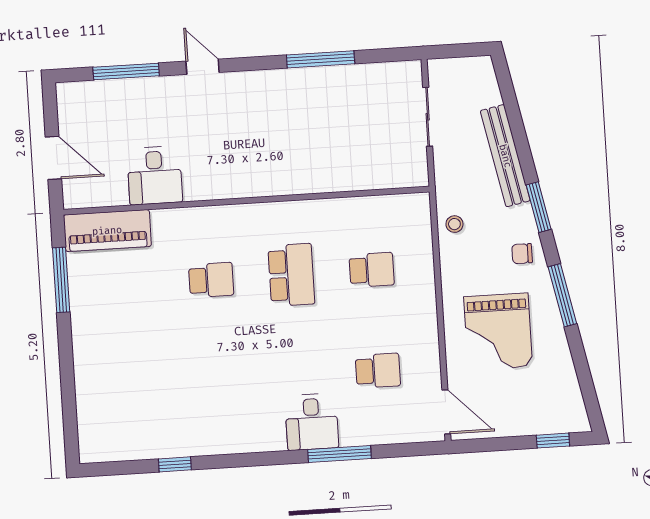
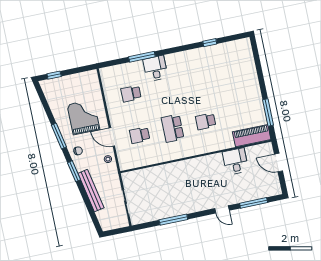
door: (446, 412) -> (112, 137), moved

